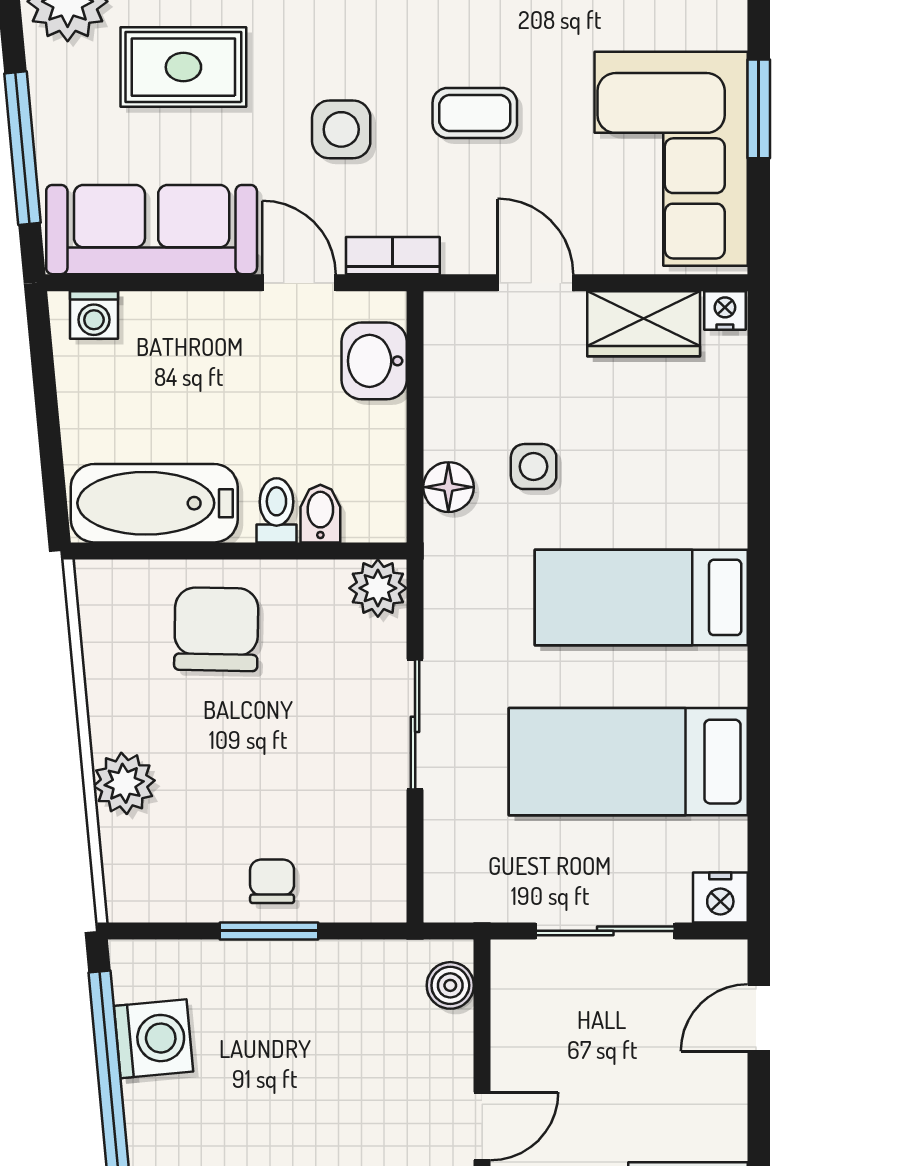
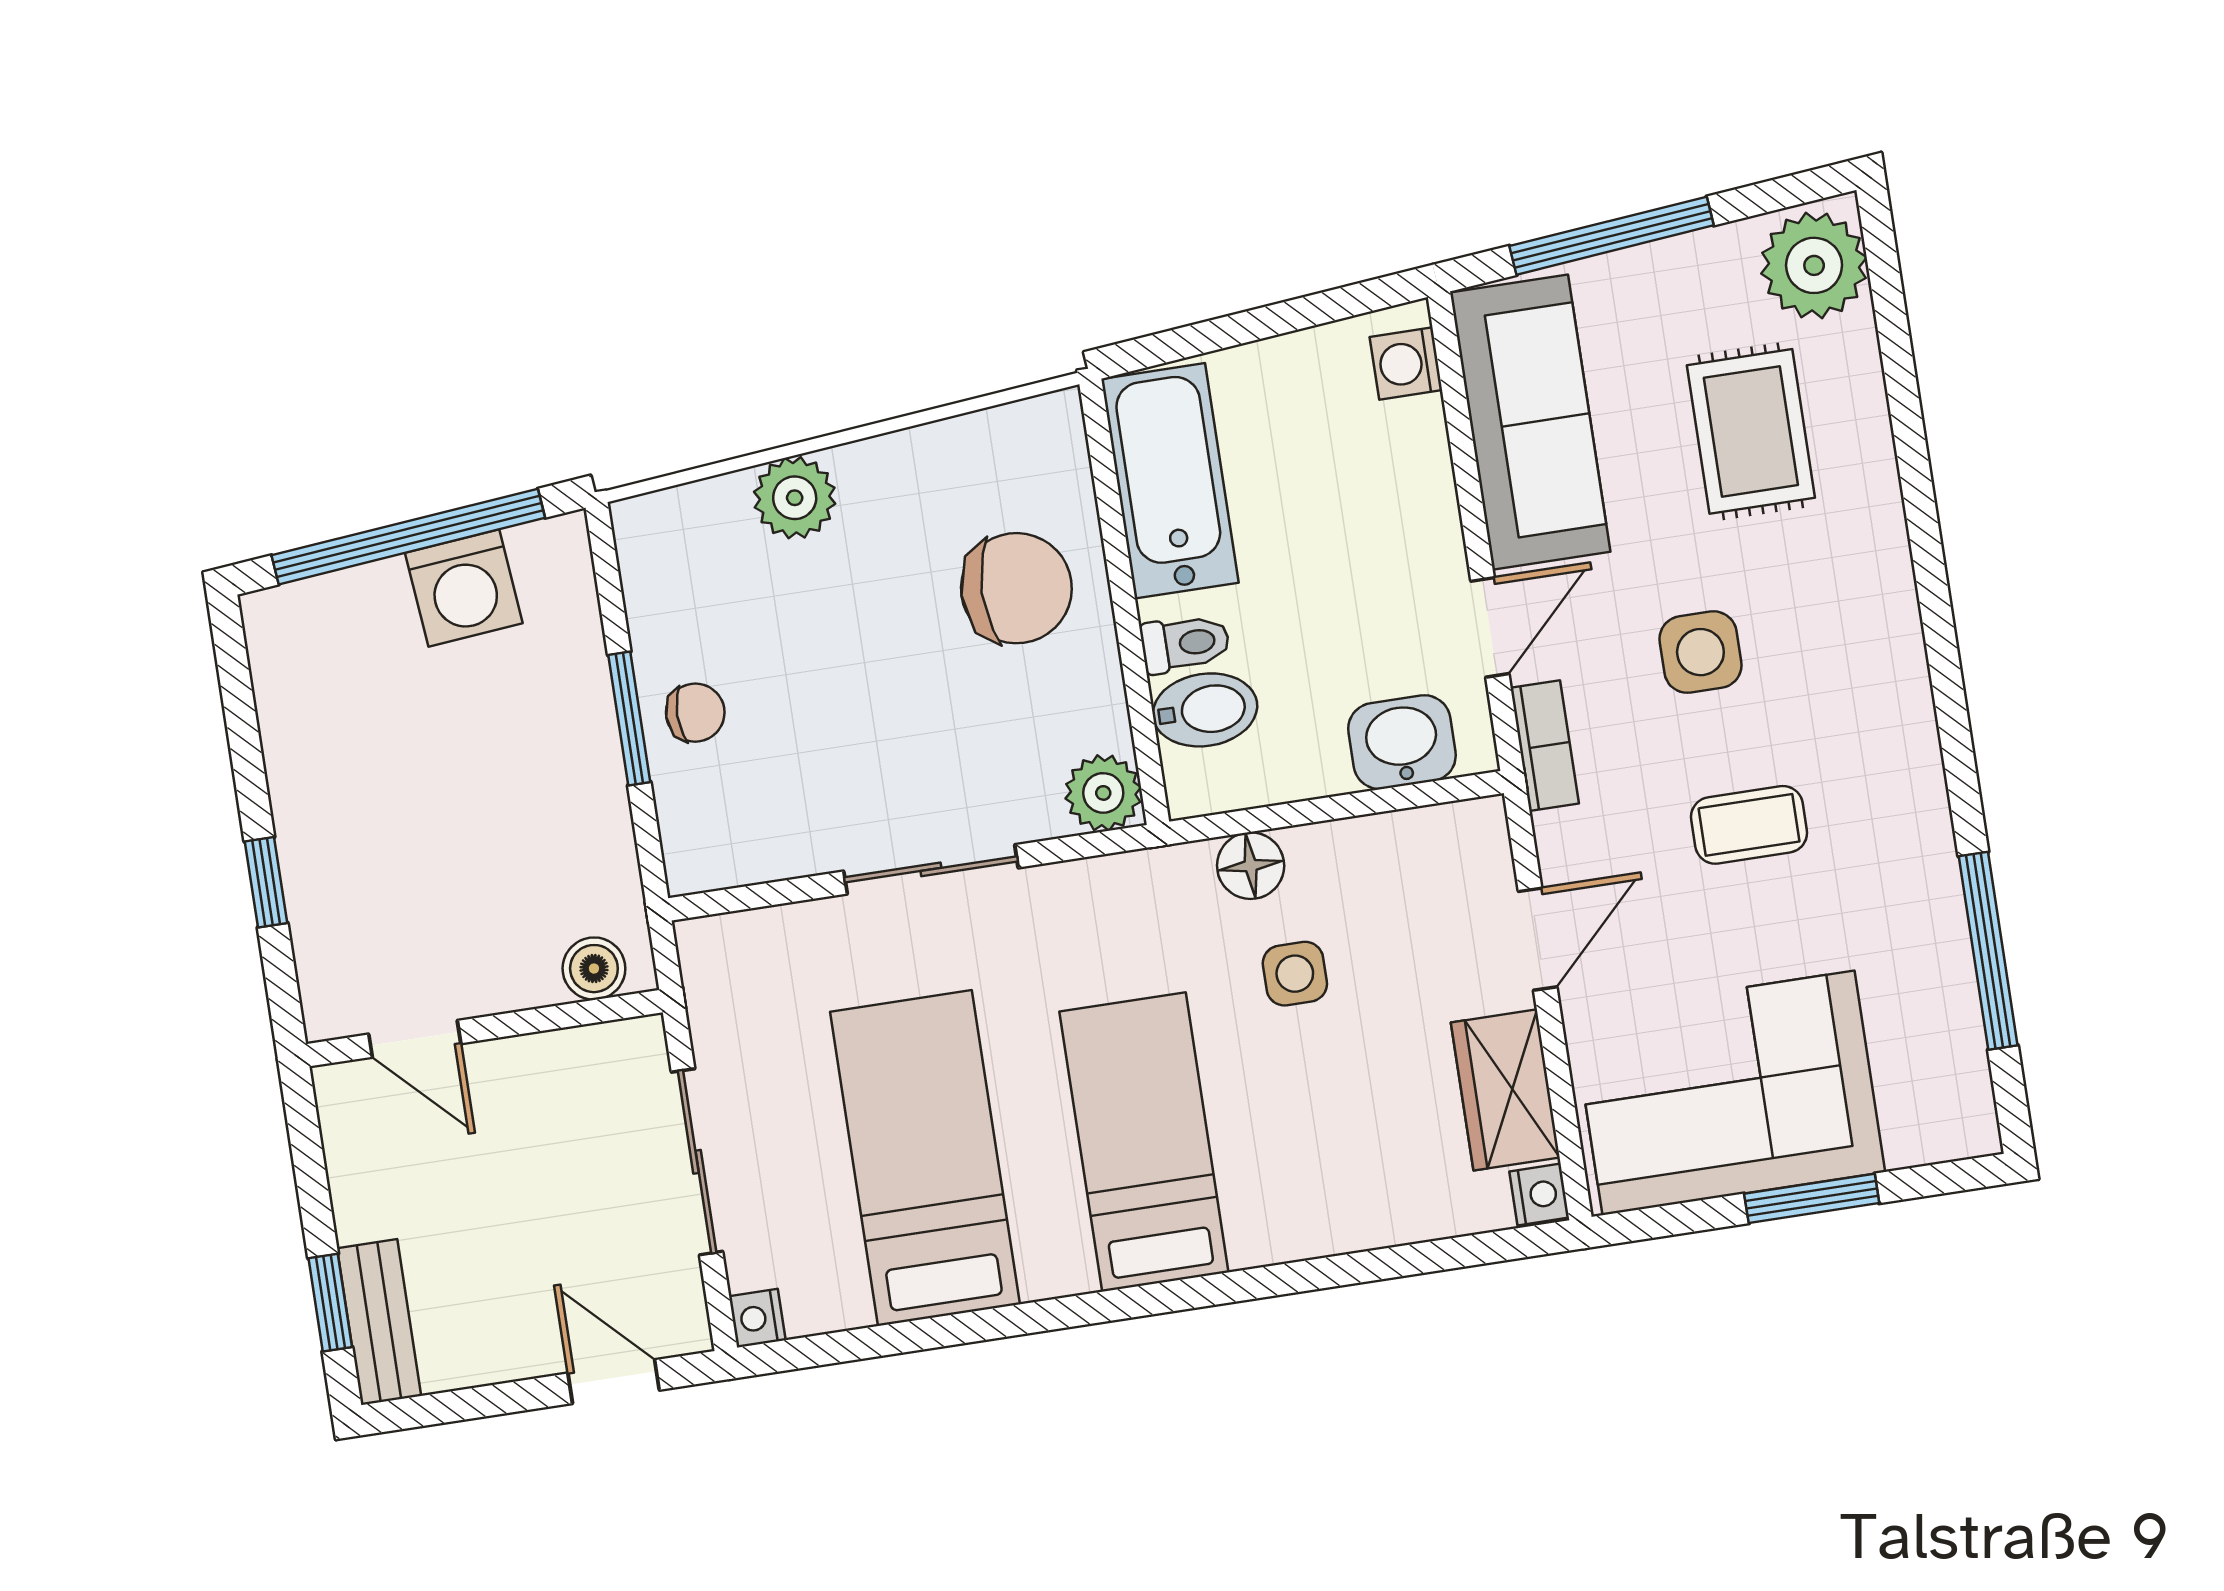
coffee table: (475, 113) -> (1749, 825), turned 90
bidet: (320, 514) -> (1205, 710), width x1.38, depth x1.36
nightstand: (720, 898) -> (757, 1318), width x0.72, depth x0.74

